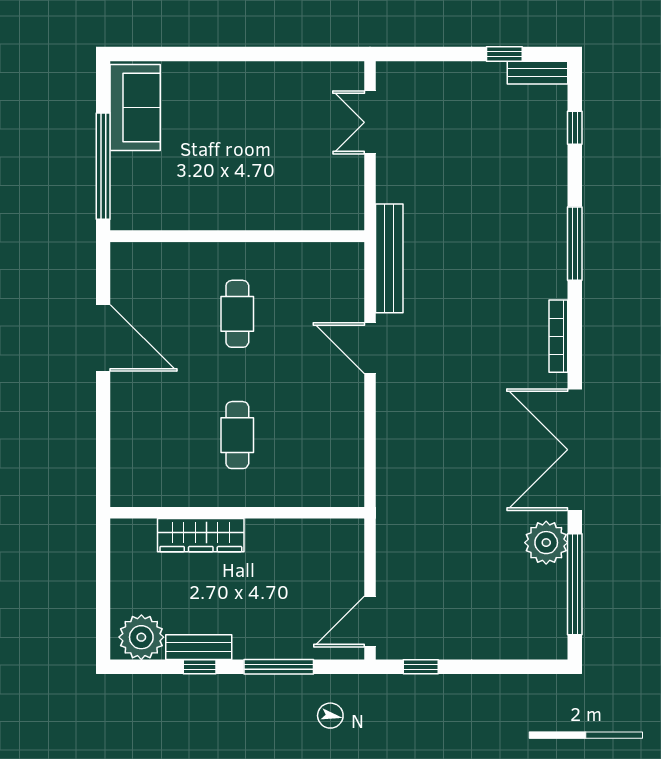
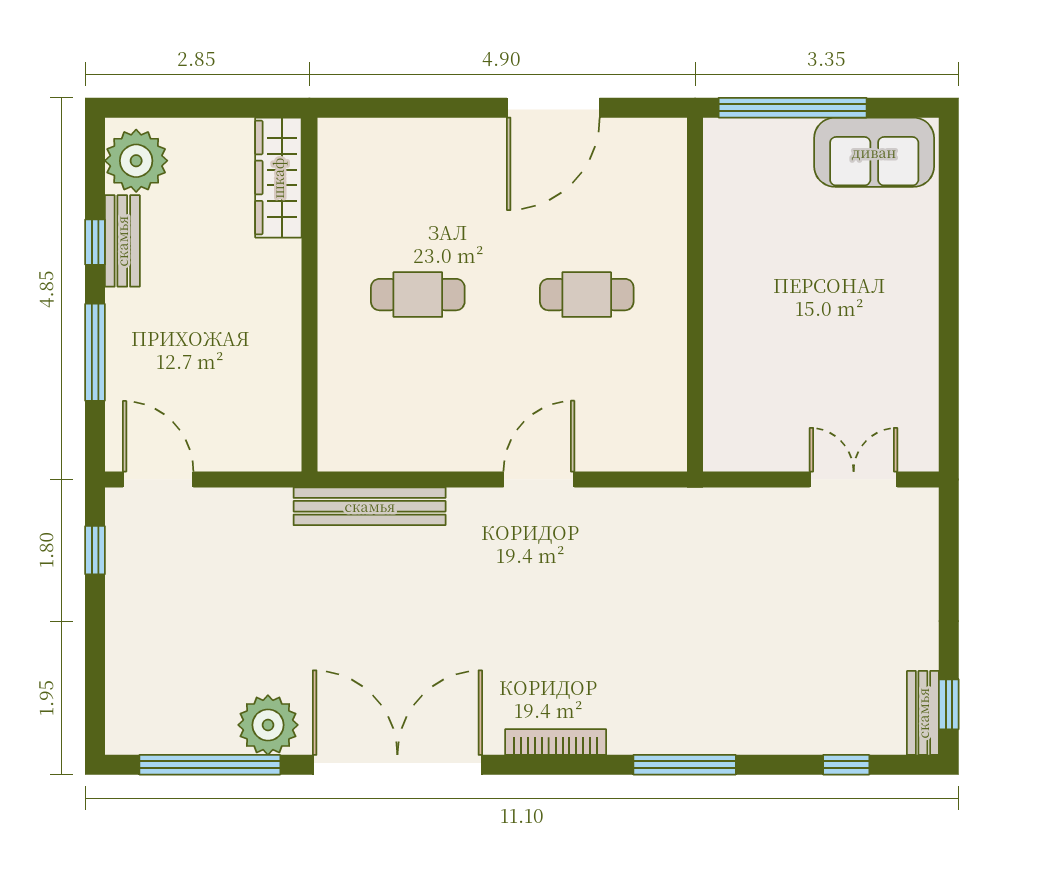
window: (504, 54) -> (949, 704), moved
bench: (389, 258) -> (370, 506), moved
wardrobe: (201, 535) -> (278, 178), moved

